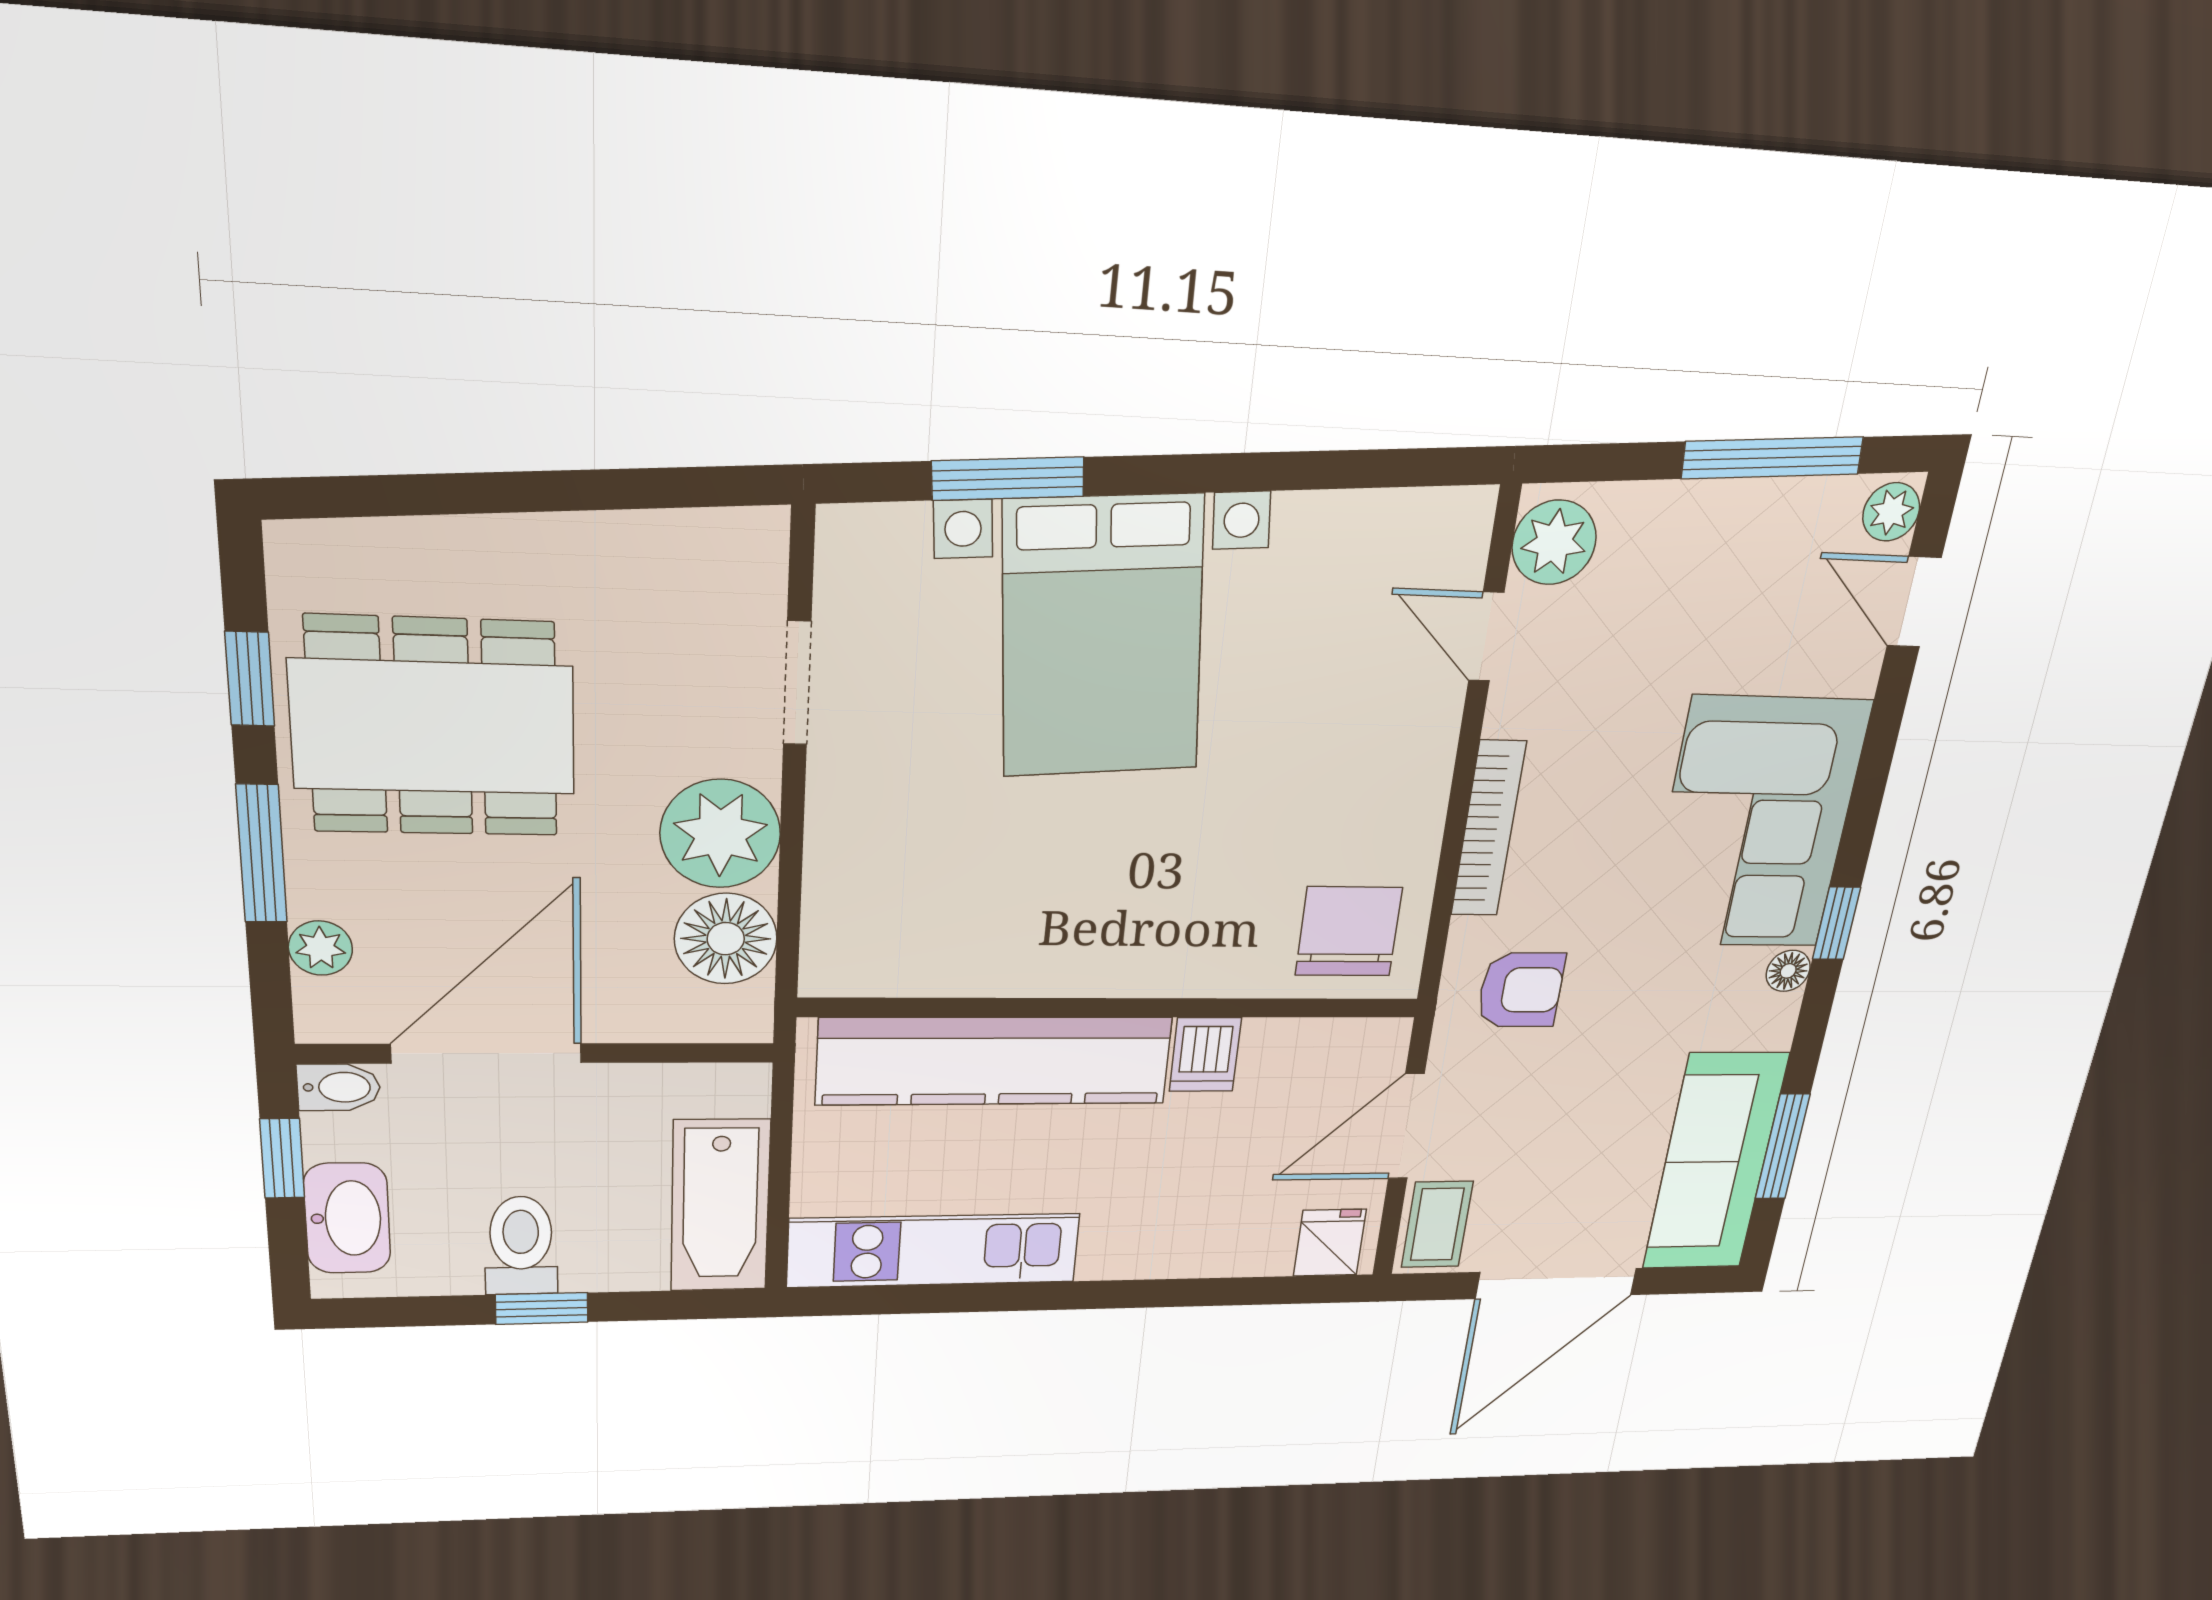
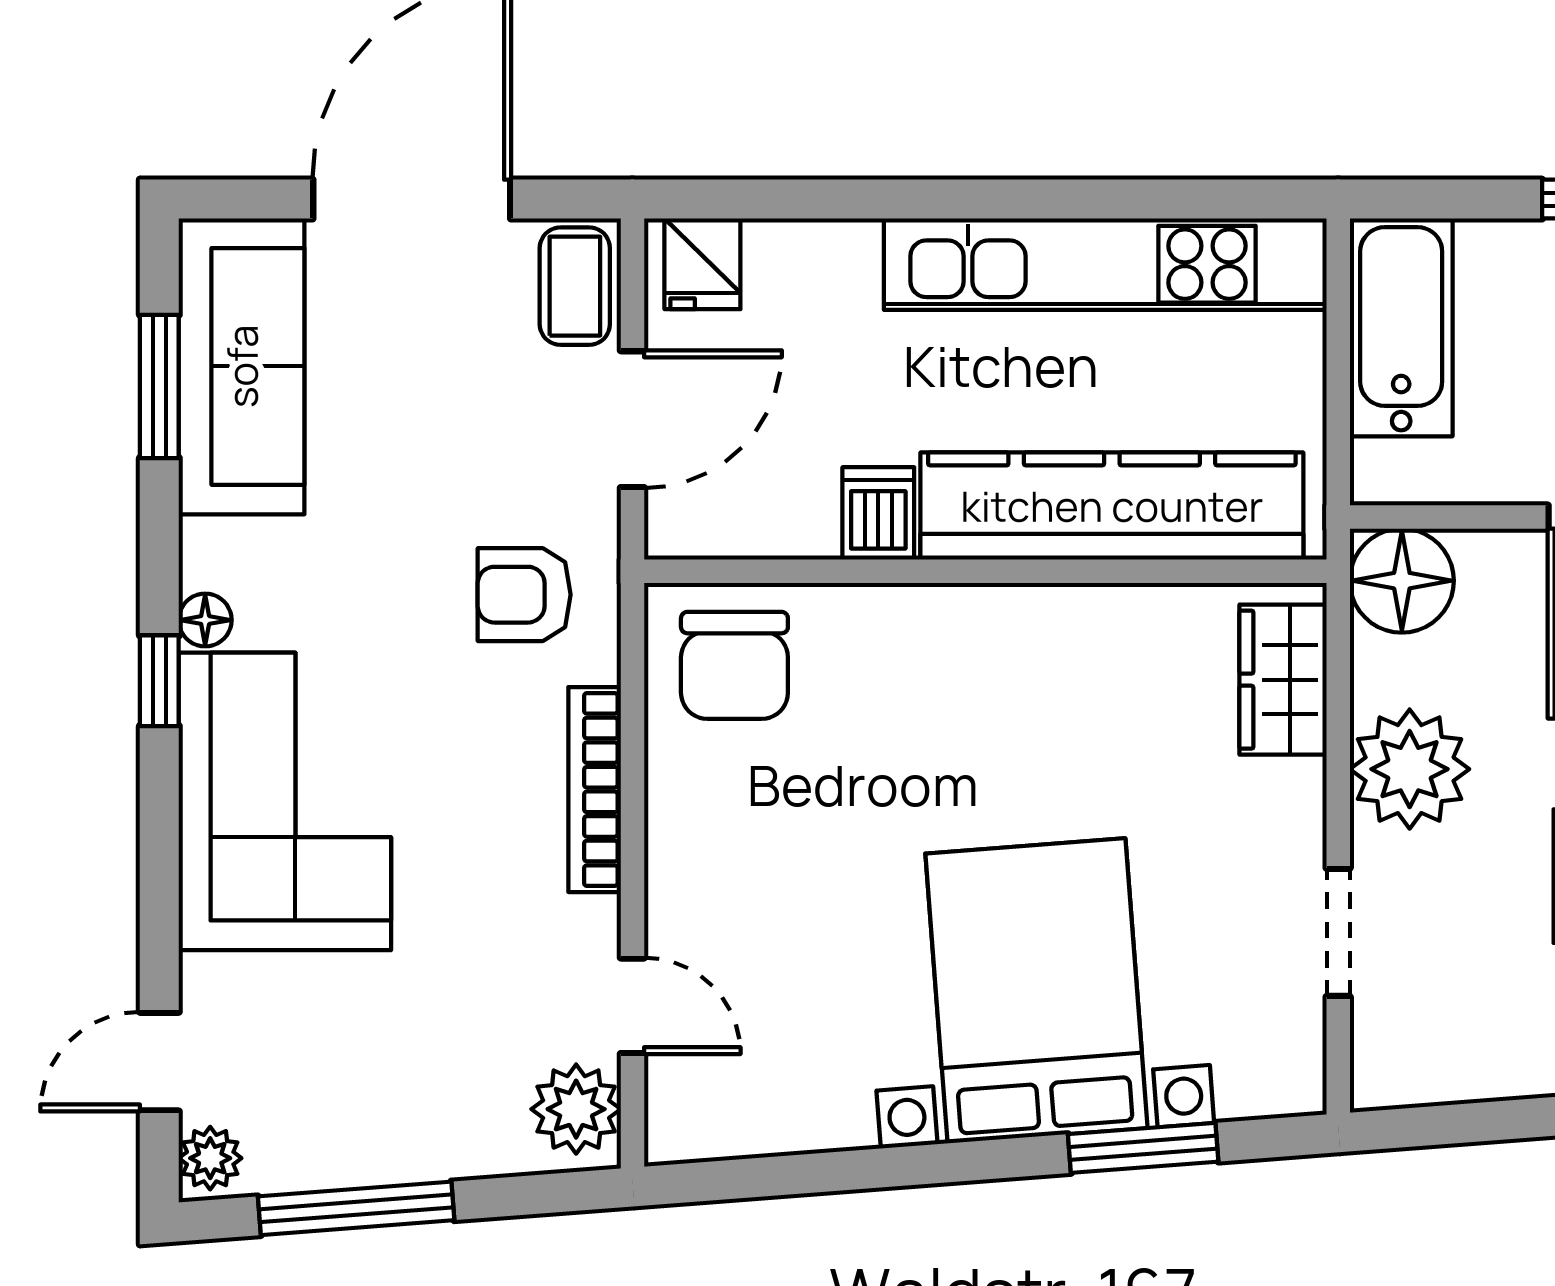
door: (1914, 602) -> (159, 1062), swing flipped
wardrobe: (843, 915) -> (1283, 680), added
floor lamp: (726, 939) -> (1402, 581), moved
kitchen unit: (934, 1250) -> (1105, 264), width x1.36

